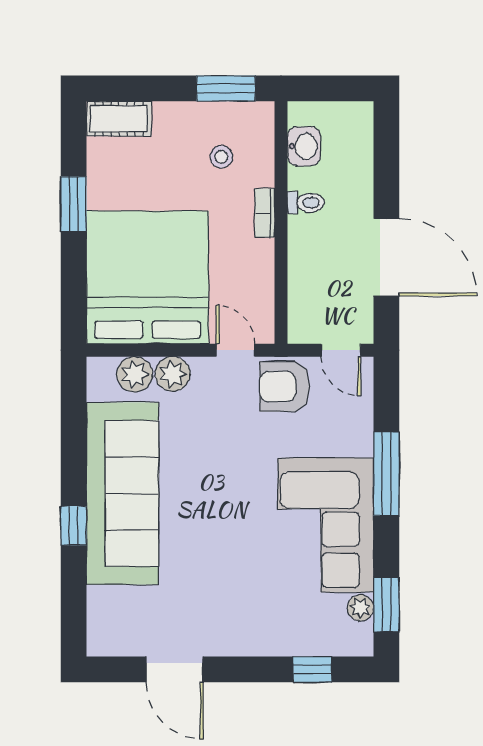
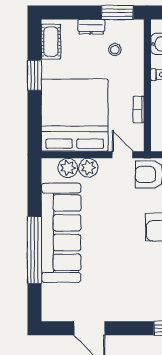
dresser: (178, 115) -> (91, 27), added
cot: (119, 119) -> (51, 42), moved, turned 90
bookcase: (265, 213) -> (138, 109), moved
window: (74, 526) -> (34, 250), width x3.17

